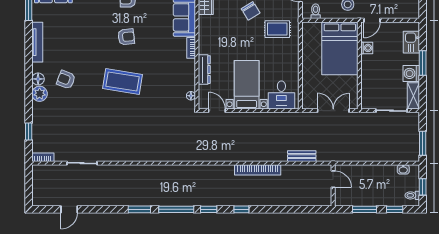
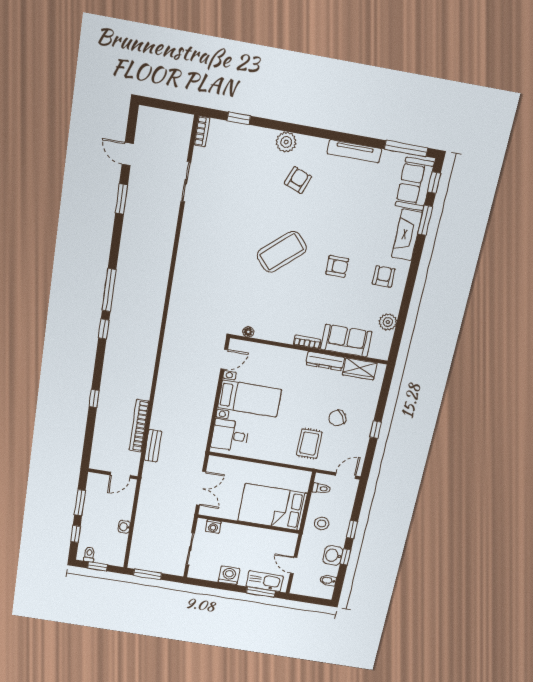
door: (372, 20) -> (294, 565), moved
armchair: (126, 37) -> (337, 266), turned -84
kitchen sink: (411, 42) -> (265, 581), width x1.38
washing machine: (367, 48) -> (213, 527), moved
window: (423, 63) -> (261, 592), moved
dresser: (204, 70) -> (325, 361), moved
floor lamp: (38, 79) -> (306, 143), removed
coffee table: (122, 81) -> (282, 252), turned 39
shelving: (413, 96) -> (203, 574), removed
washbasin: (403, 169) -> (124, 527), moved
bookcase: (258, 170) -> (139, 426), moved
window: (139, 209) -> (122, 199), moved
window: (241, 209) -> (94, 399), moved

